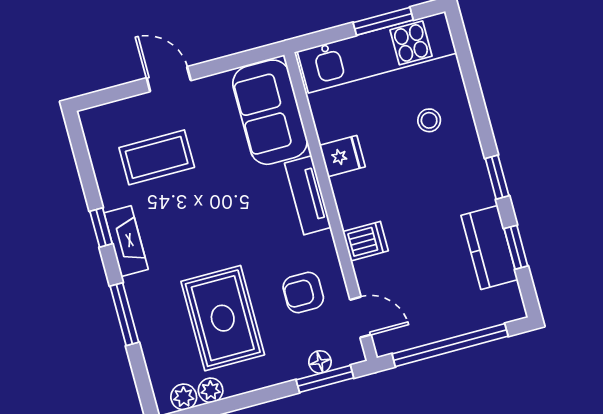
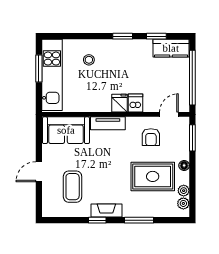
fridge: (342, 156) -> (120, 103), moved
kitchen counter: (489, 248) -> (171, 48), moved
floor lamp: (320, 362) -> (184, 165), moved

